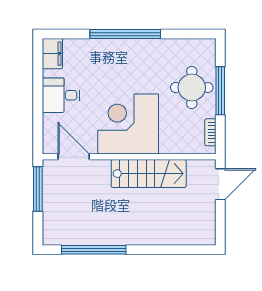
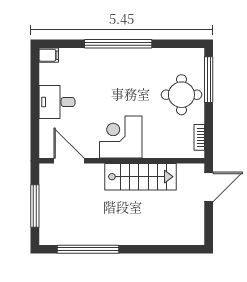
filing cabinet: (52, 54) -> (49, 55), width x0.50
window: (220, 91) -> (209, 80), moved
corner desk: (128, 124) -> (121, 137), width x0.74, depth x0.74
window: (38, 189) -> (35, 206), moved

